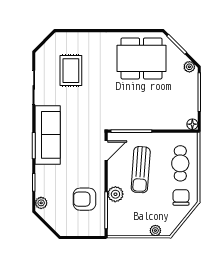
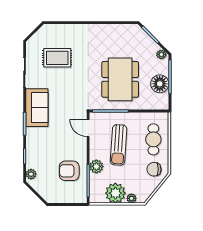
dining table: (141, 58) -> (120, 79), moved, turned 90
rug: (71, 71) -> (57, 58), turned 90
floor lamp: (192, 124) -> (160, 84), moved, width x1.89, depth x1.89
sofa: (48, 135) -> (37, 108), width x0.73
door: (106, 151) -> (88, 128), swing flipped
chair: (181, 197) -> (154, 169), turned -90
plant: (137, 224) -> (115, 193), added

